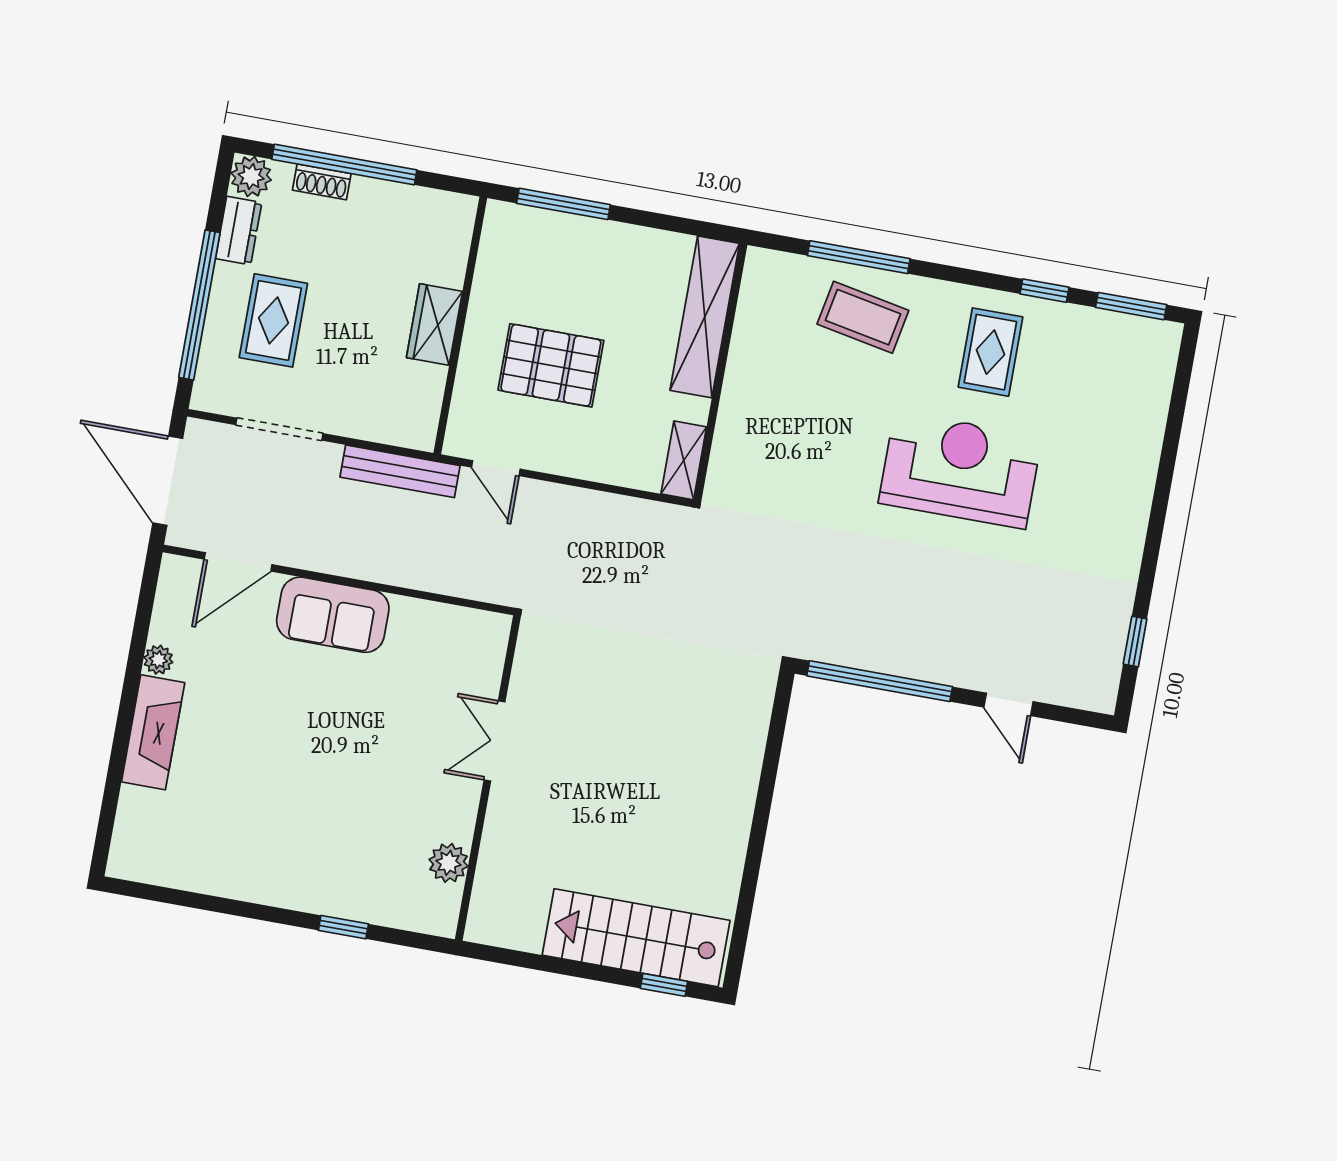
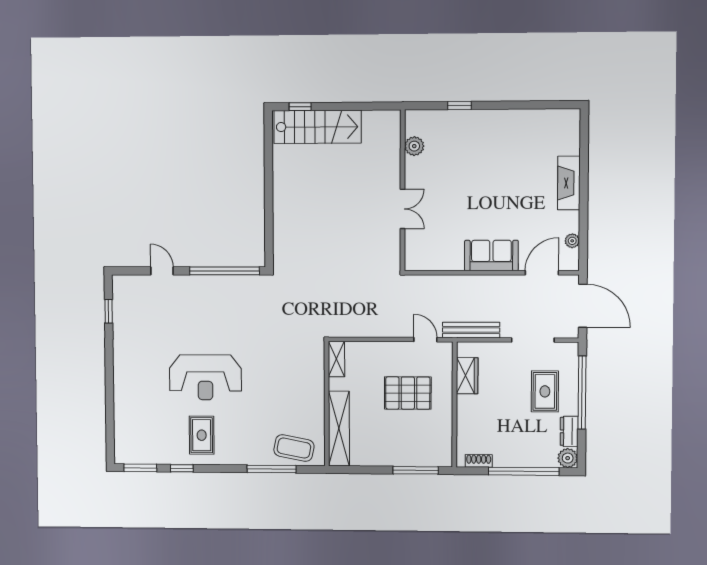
shoe rack: (322, 182) -> (479, 461), moved
coffee table: (863, 317) -> (294, 448), moved
wardrobe: (434, 325) -> (467, 376), moved
plant: (158, 660) -> (572, 241), moved

